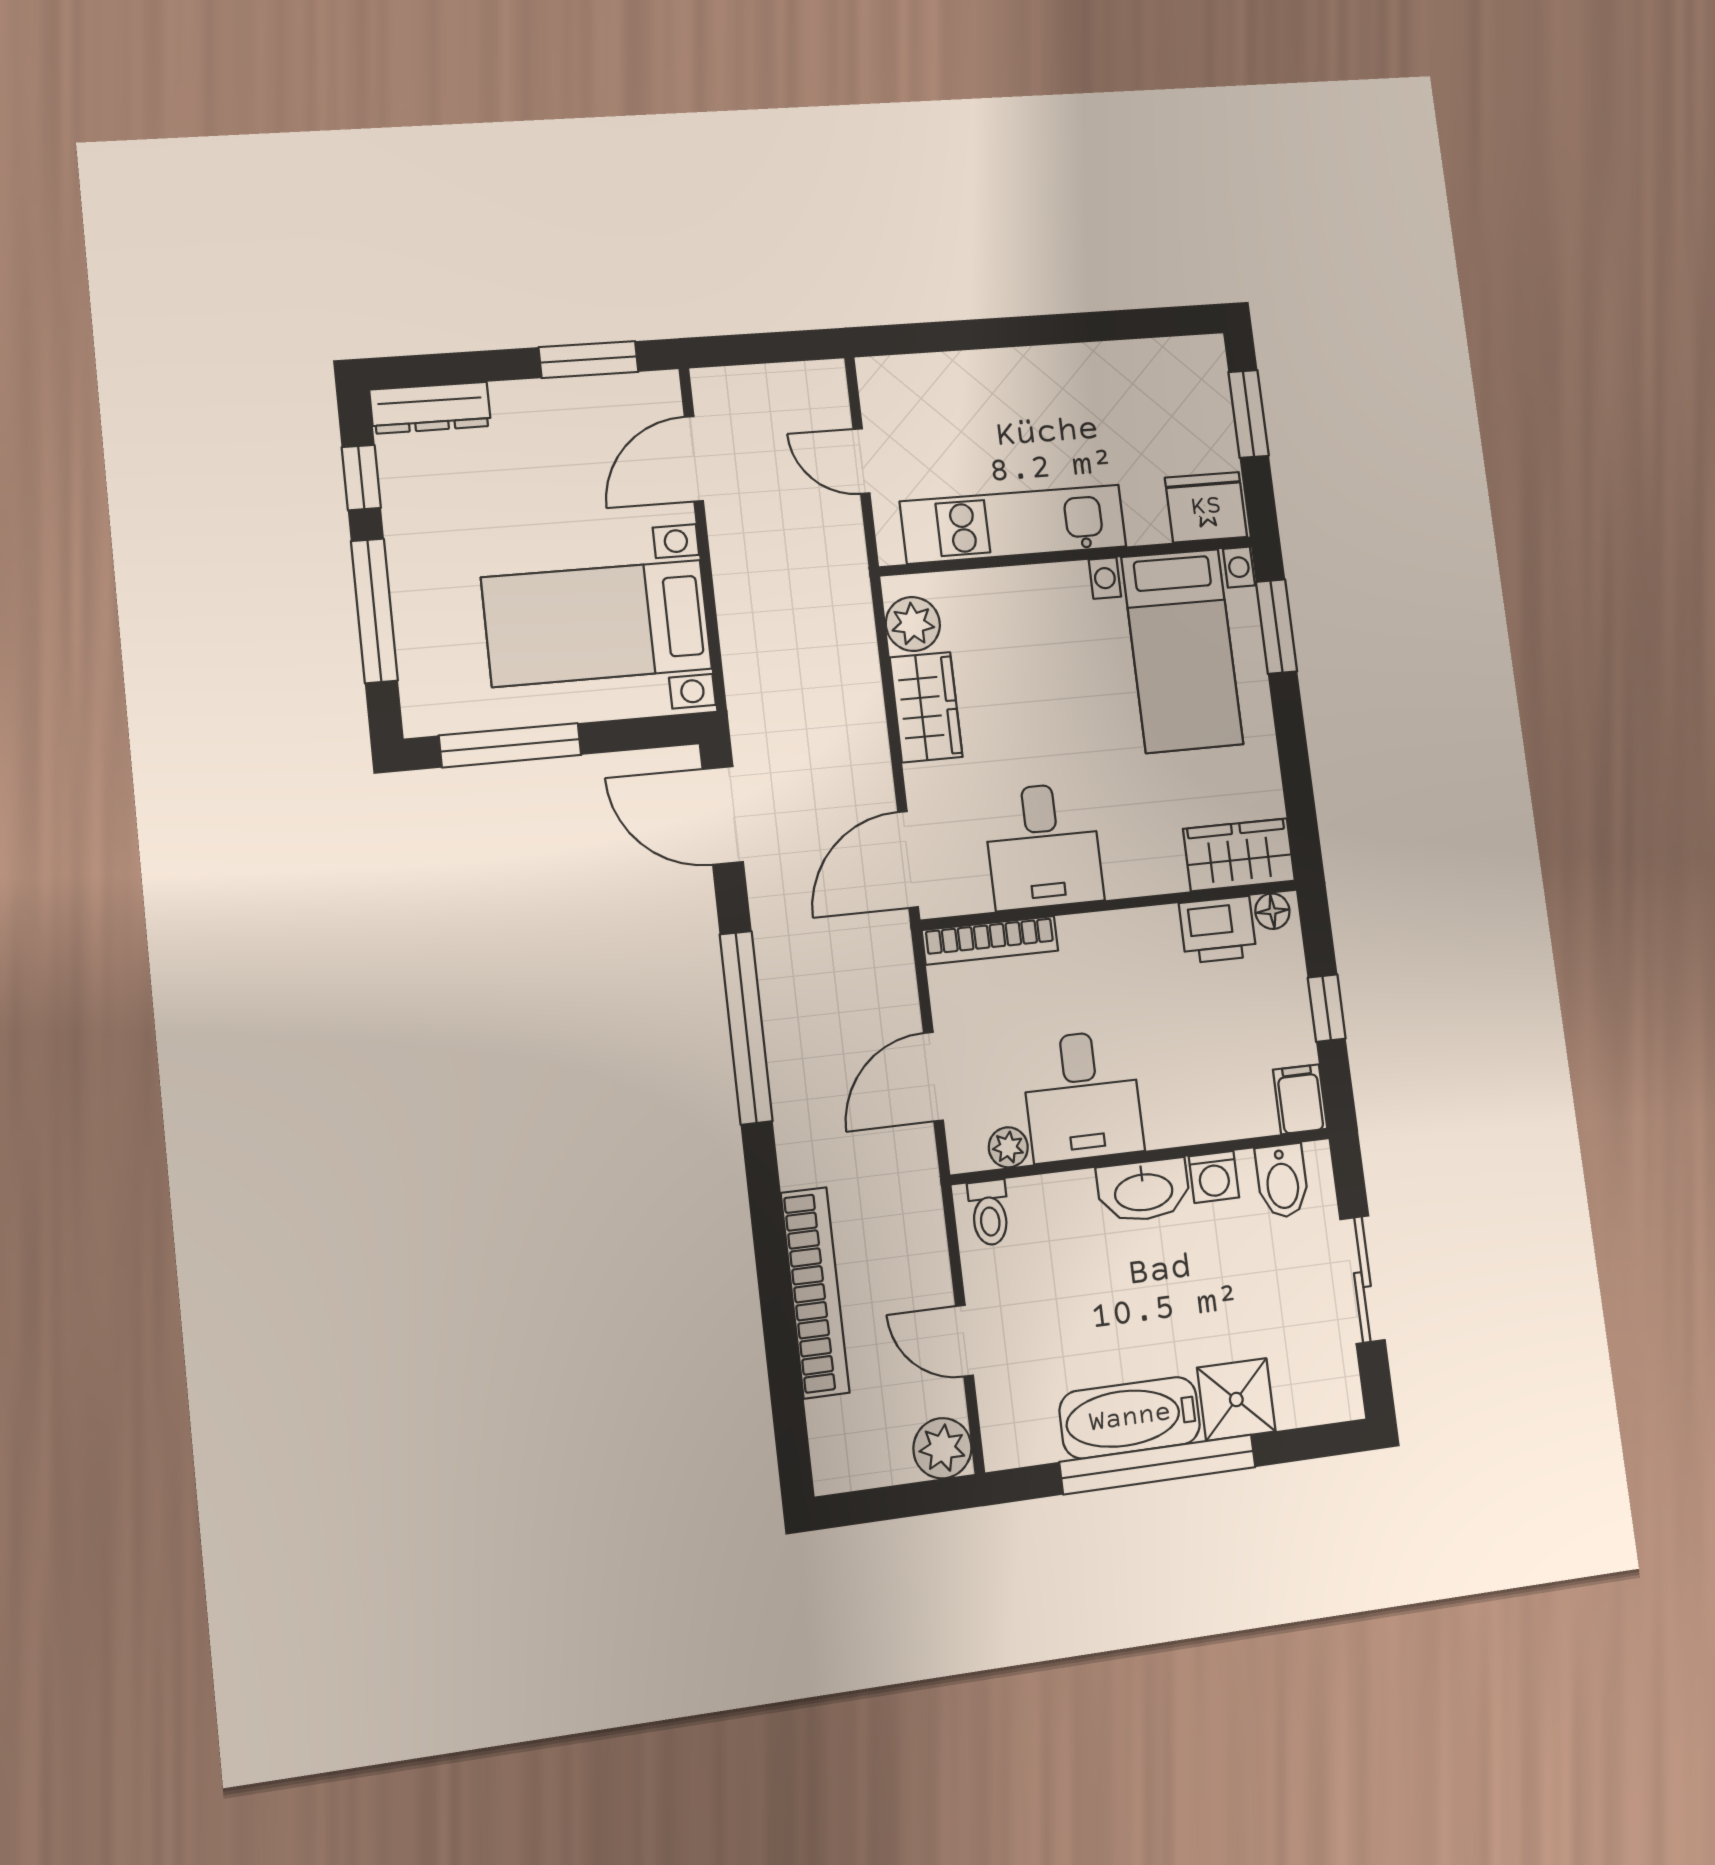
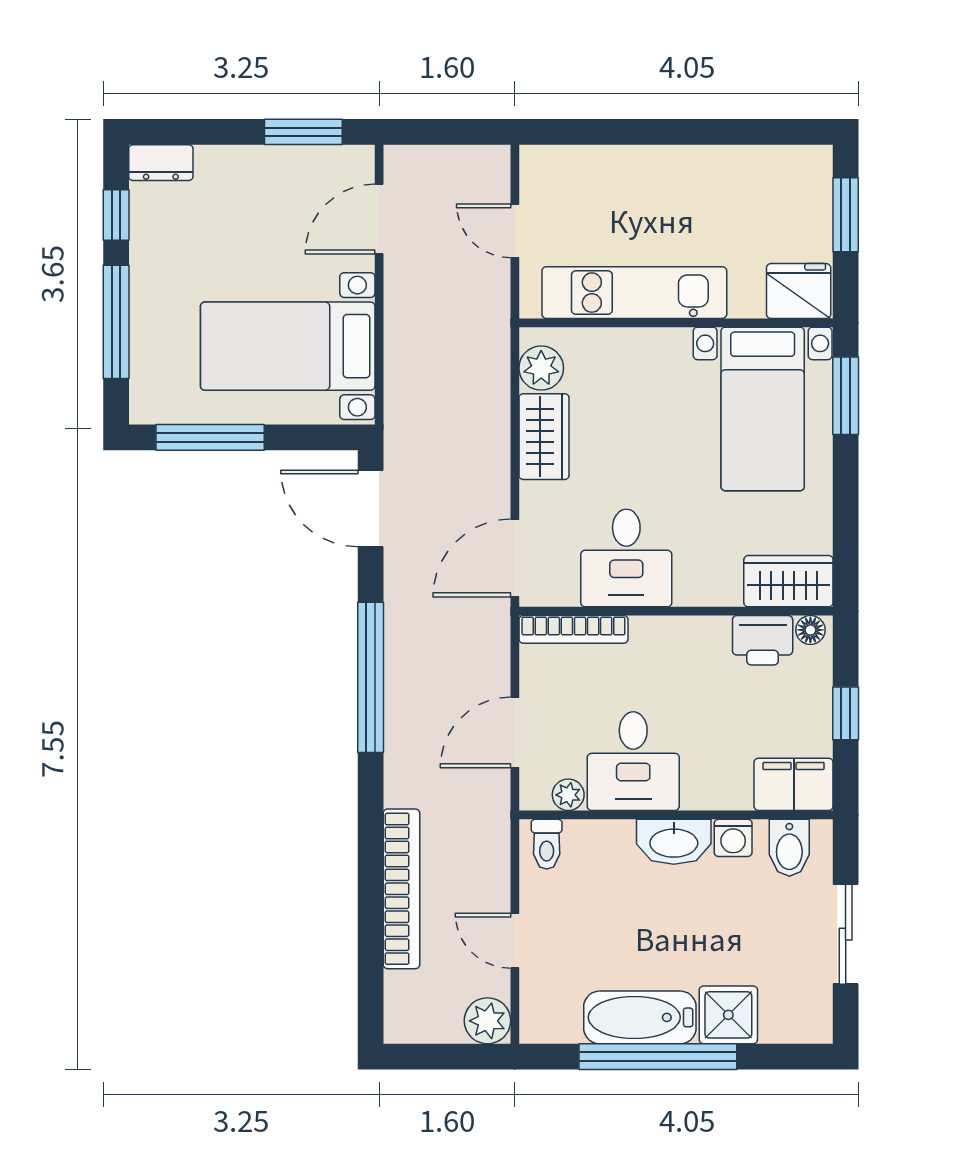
dresser: (430, 408) -> (161, 163), width x0.70
filing cabinet: (1300, 1099) -> (794, 784), width x2.00

